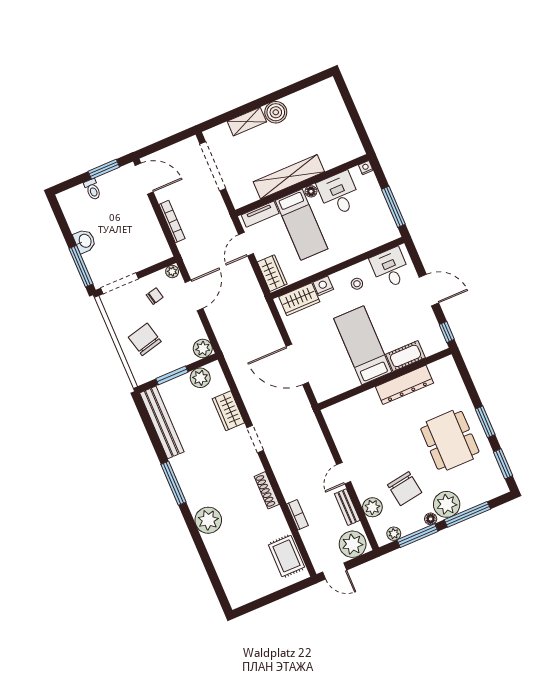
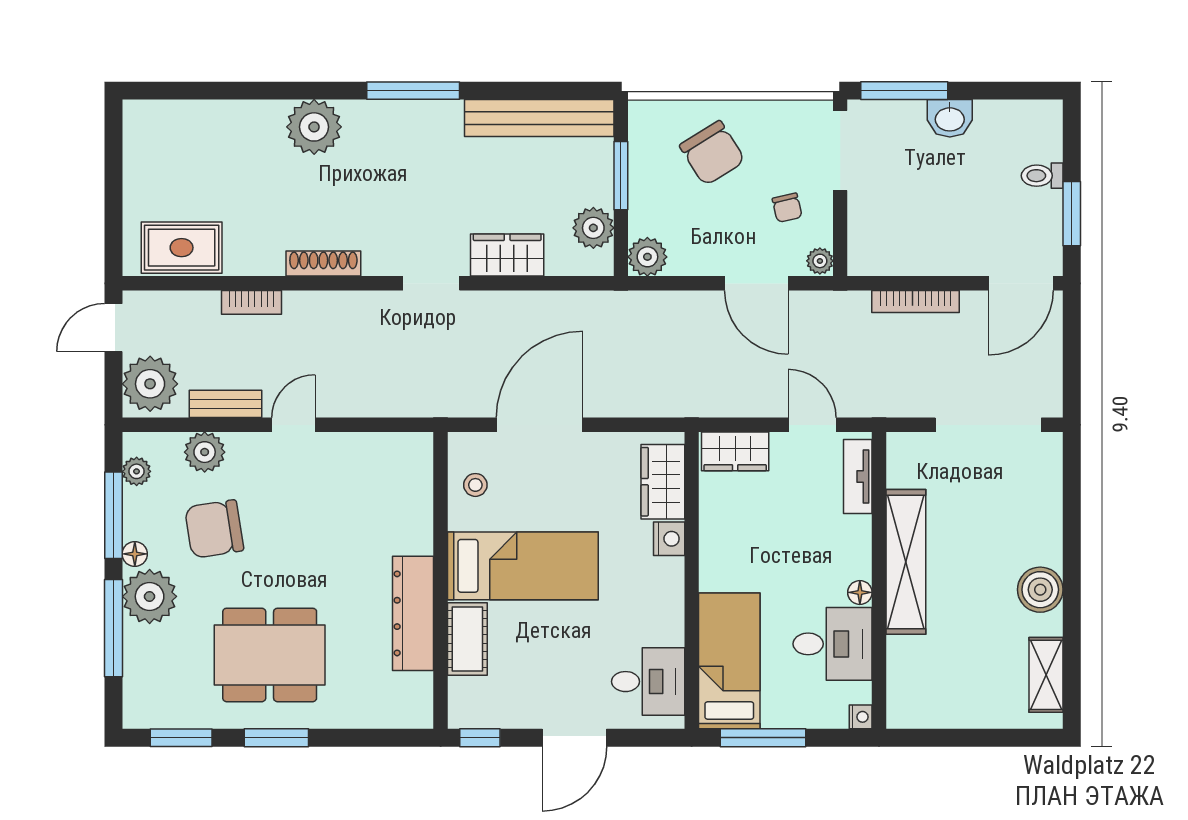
shelving: (247, 122) -> (1046, 675), moved
bed: (301, 225) -> (729, 661), moved, turned 90
stool: (357, 284) -> (475, 485), moved
chair: (145, 339) -> (712, 153), turned 72
door: (344, 473) -> (293, 425), hinge flipped

